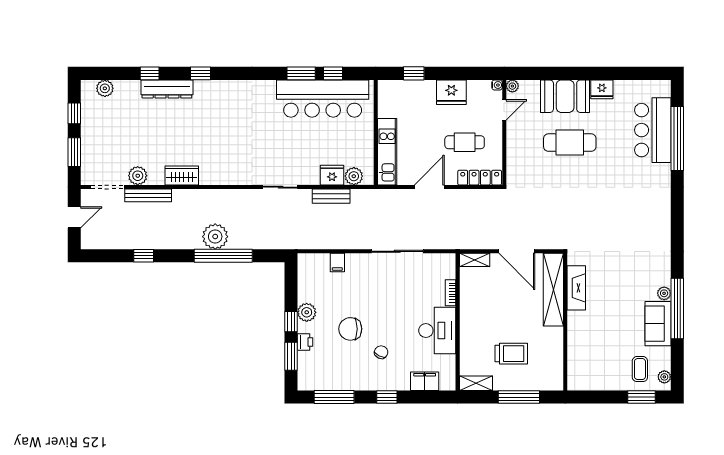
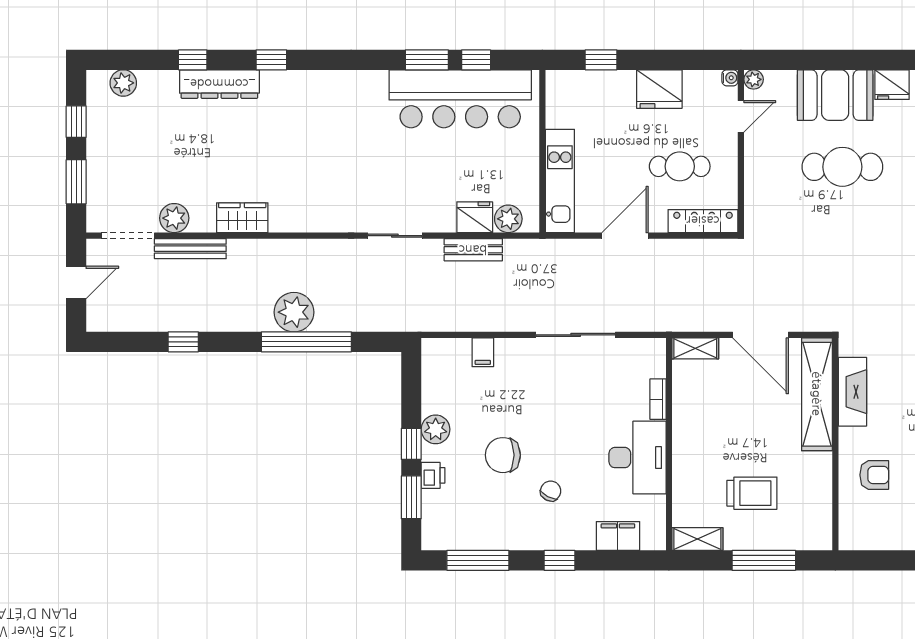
armchair: (590, 342) -> (874, 475), added

